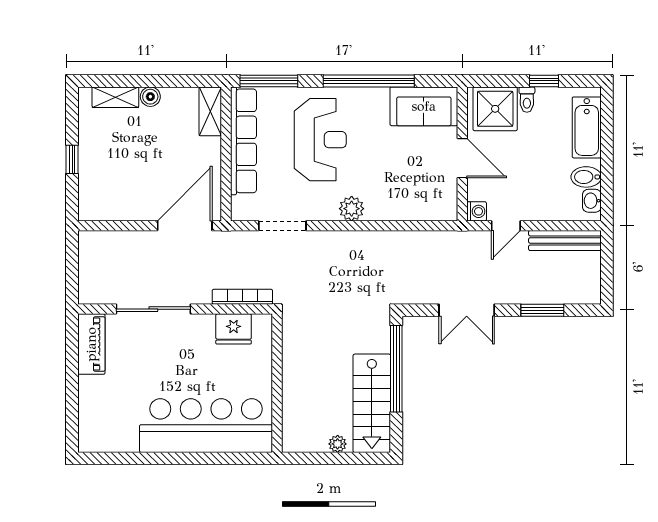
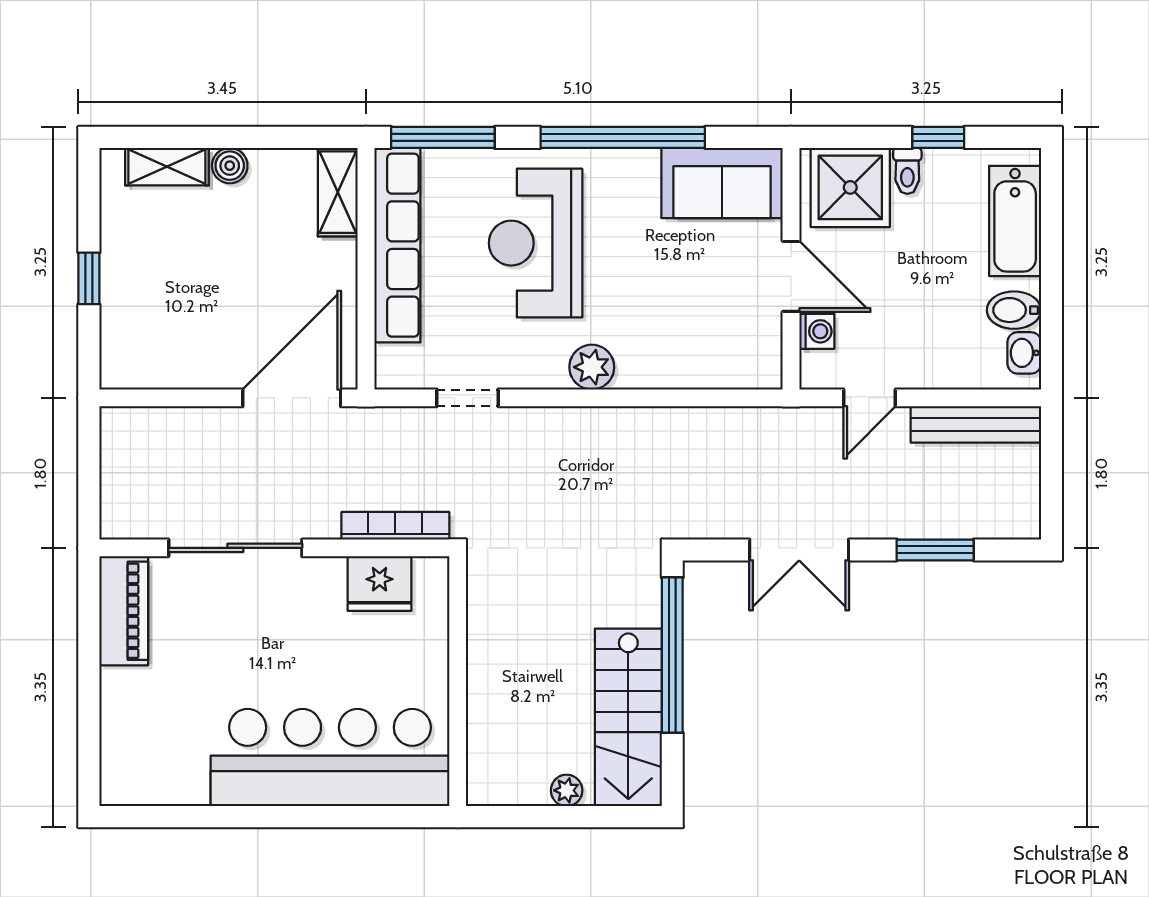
reception desk: (320, 140) -> (536, 243), turned 180
washing machine: (477, 211) -> (817, 331), moved
doorway: (282, 226) -> (468, 398), width x0.73

